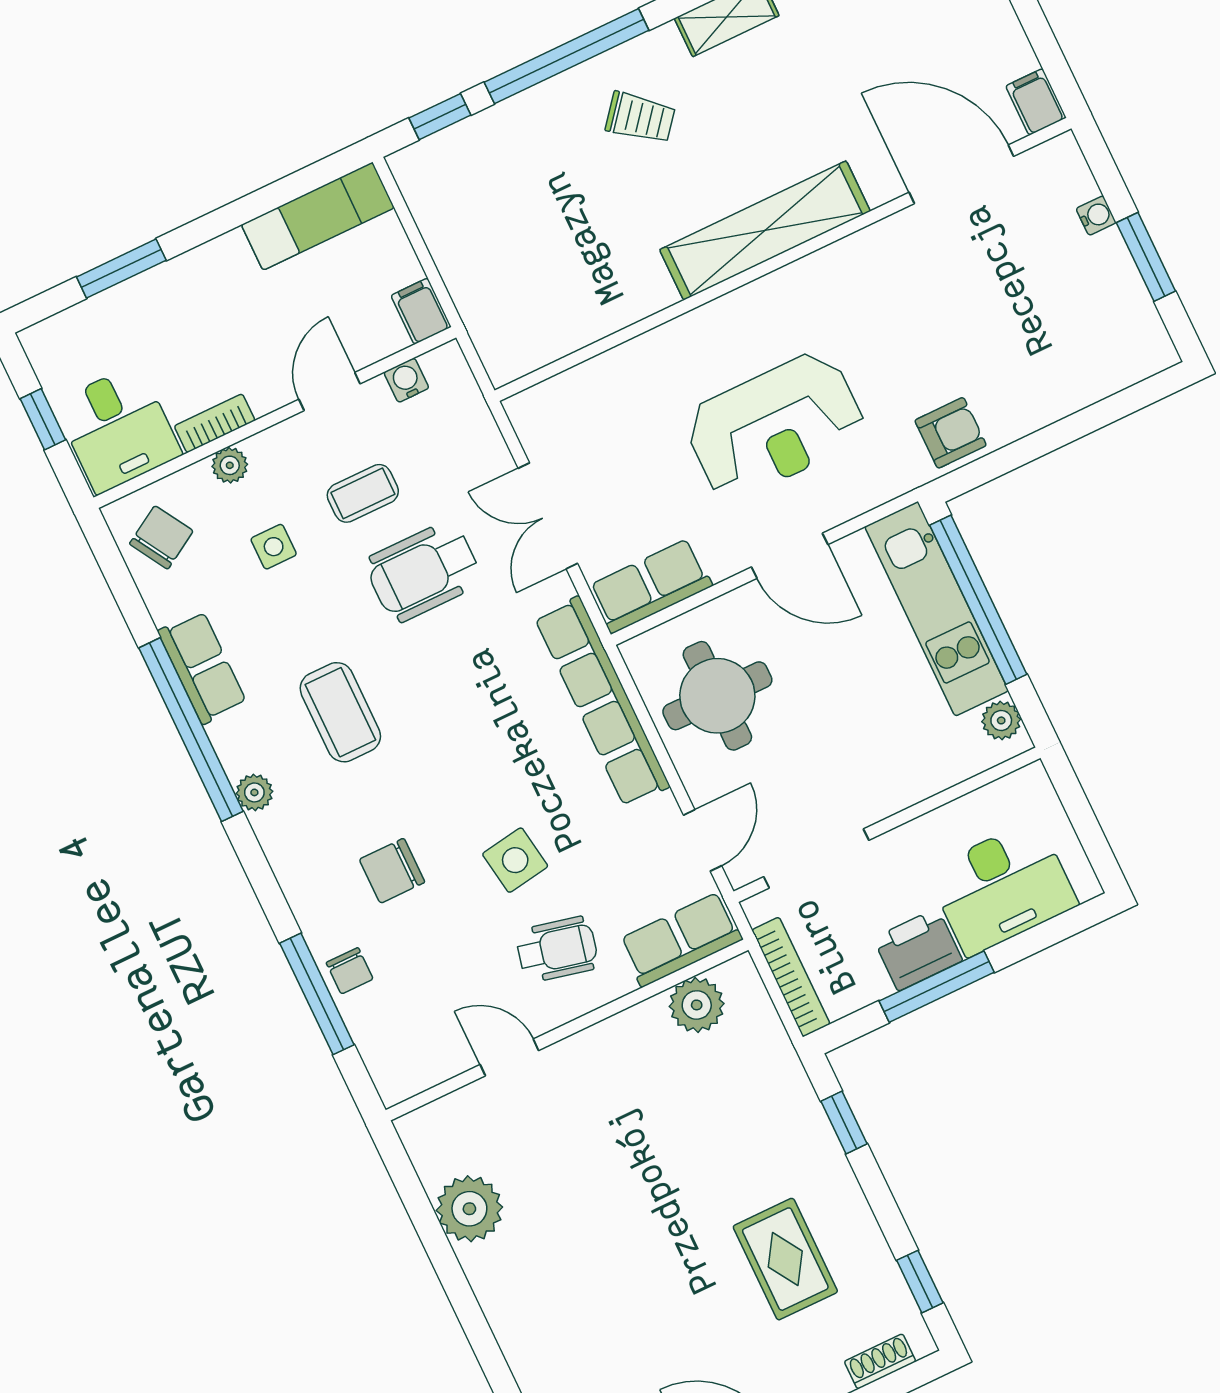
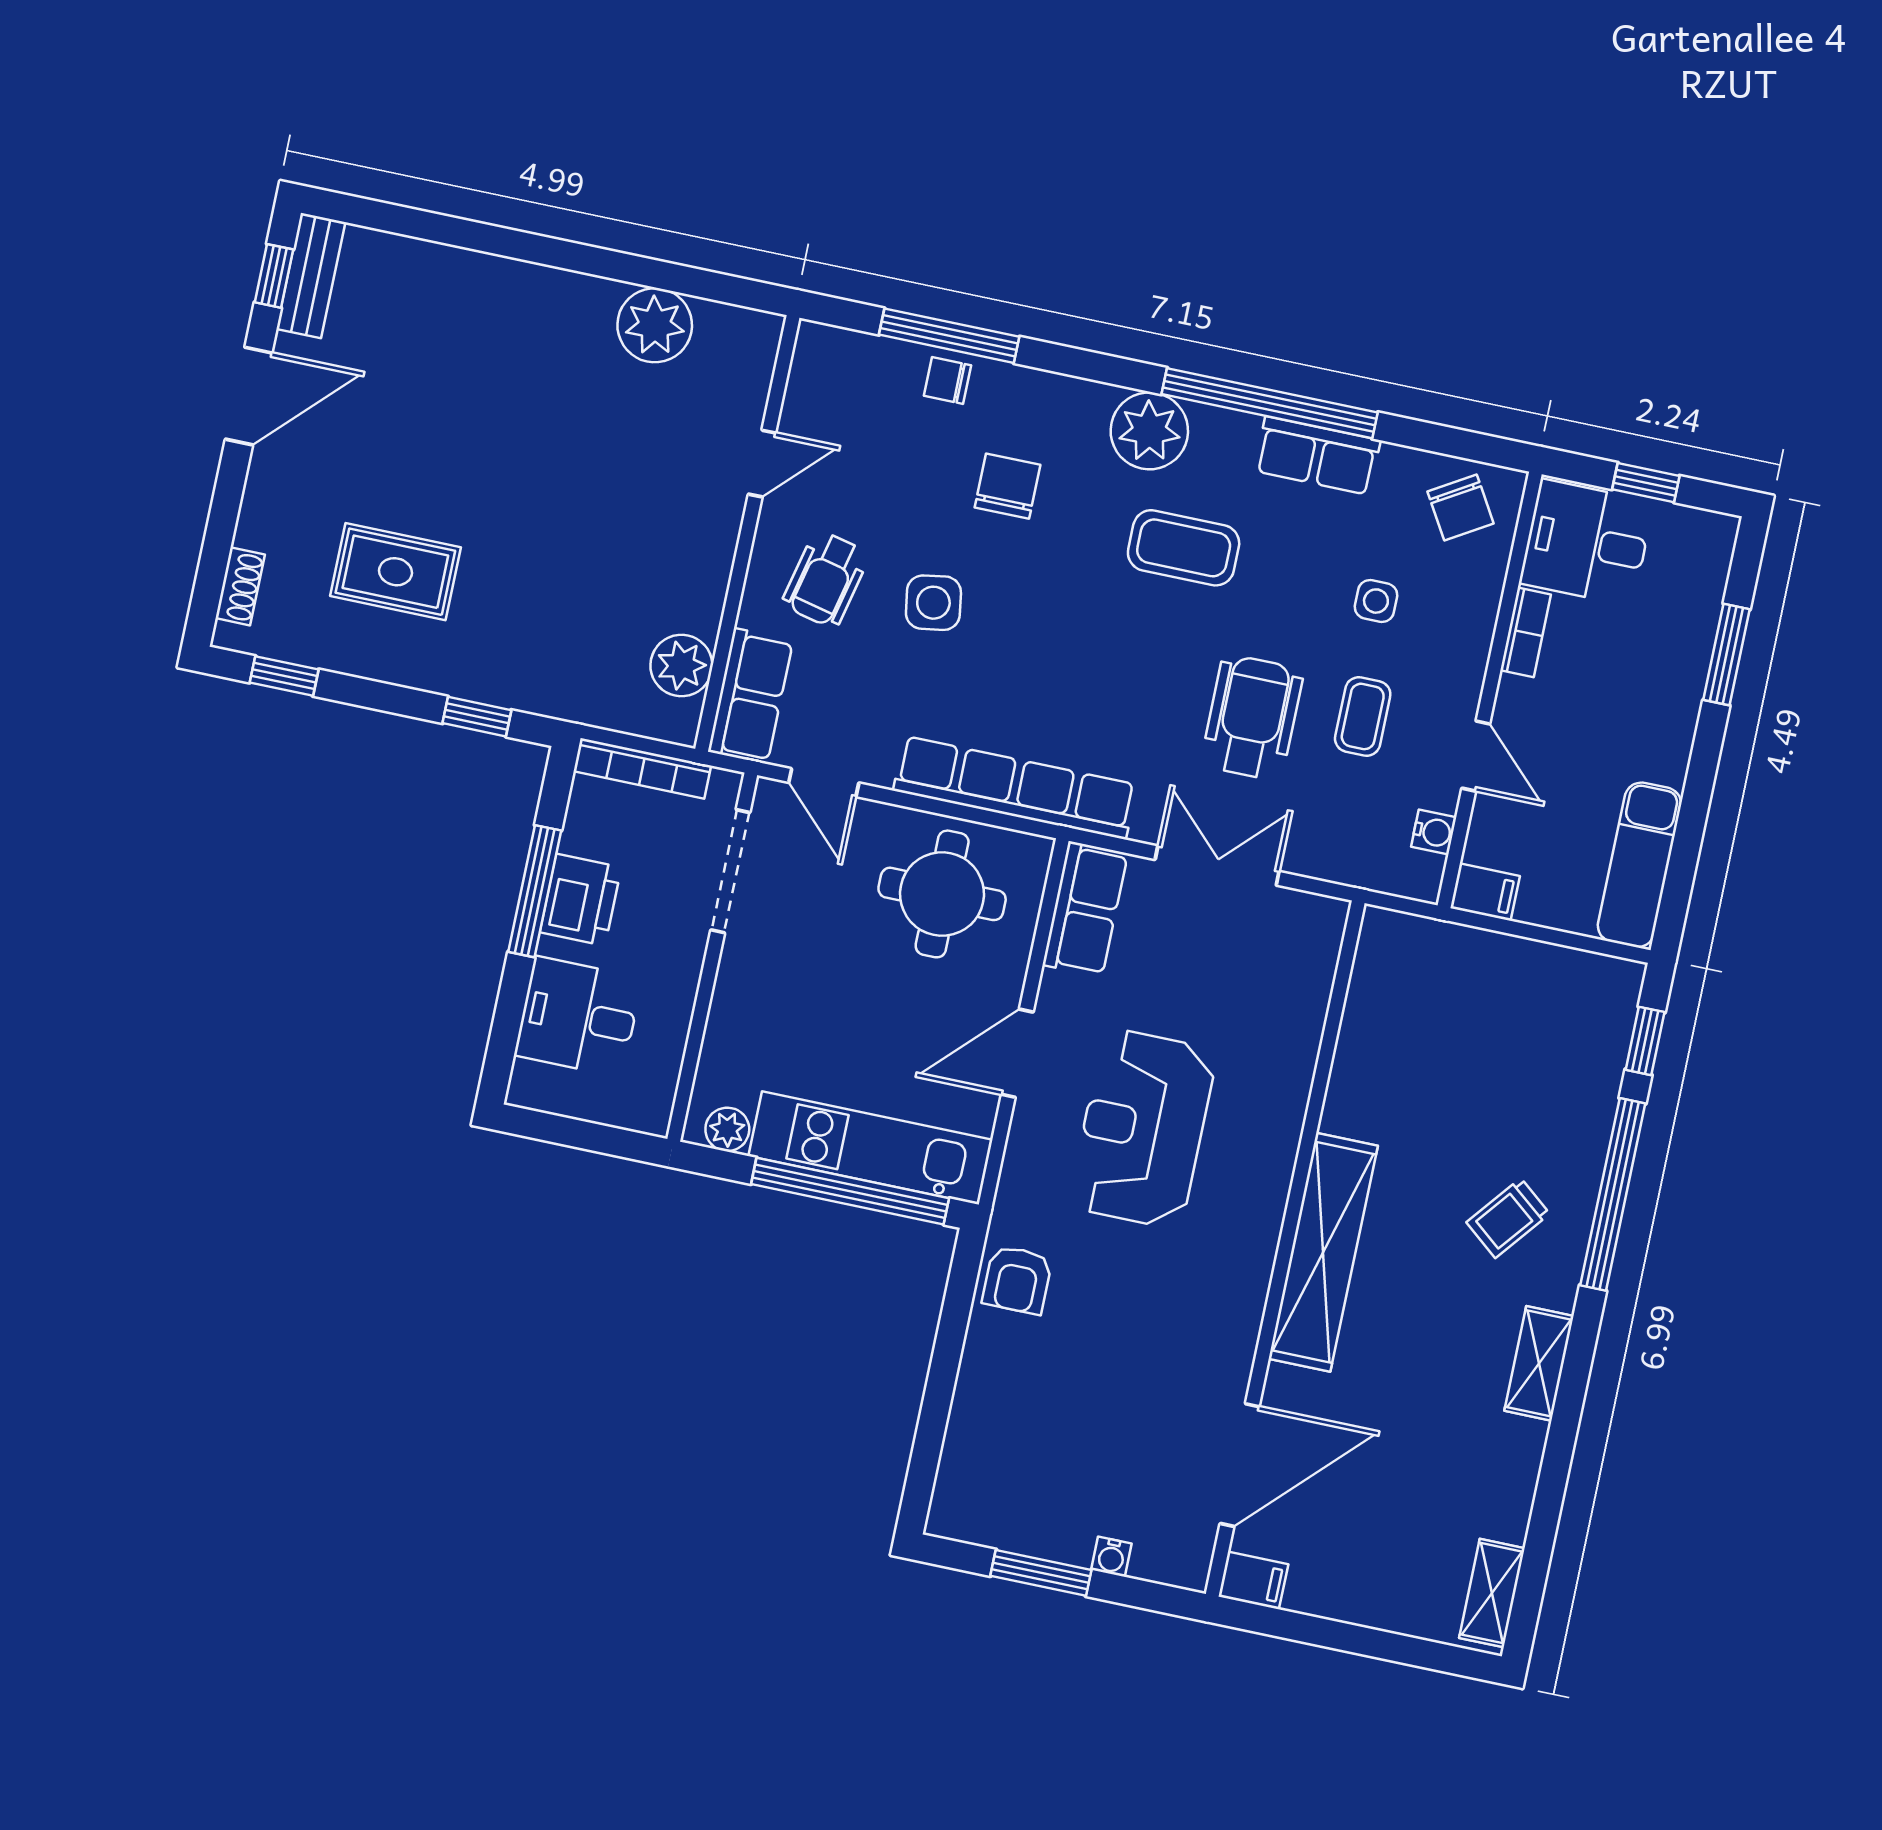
plant: (230, 465) -> (1478, 617), removed
plant: (254, 792) -> (1149, 431), width x1.88, depth x1.88
desk: (1002, 888) -> (578, 1017), width x0.73

